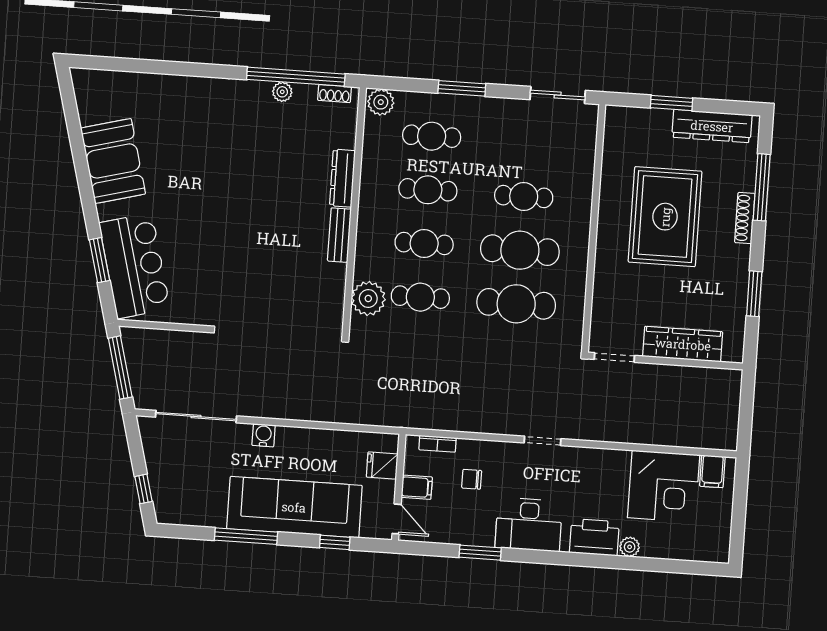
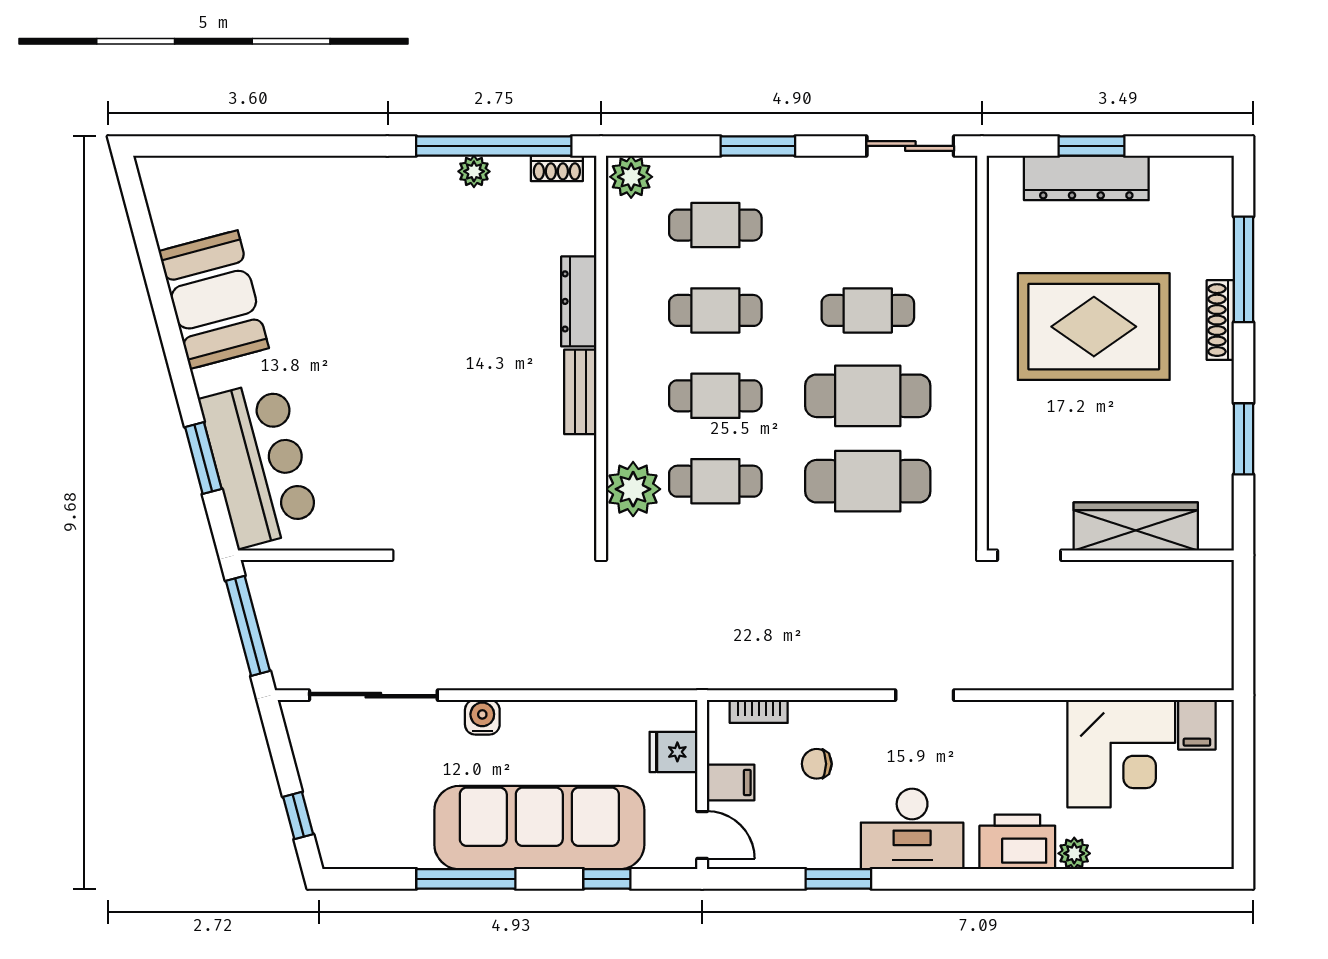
dresser: (712, 126) -> (1086, 178), moved
rug: (665, 217) -> (1094, 327), turned 90

